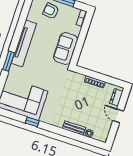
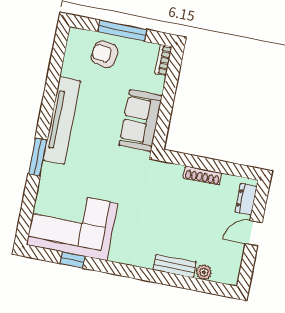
door: (118, 116) -> (254, 233), hinge flipped
window: (32, 122) -> (72, 260), moved

